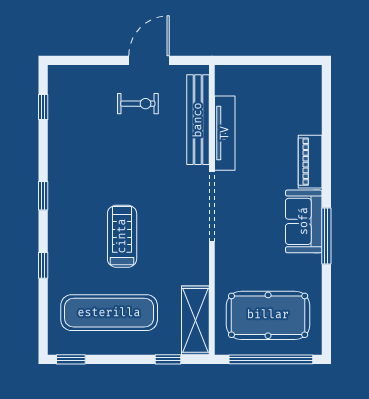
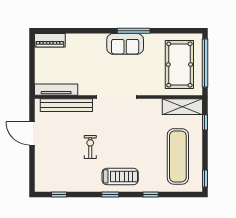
exercise bike: (138, 104) -> (90, 147), moved
tv unit: (225, 133) -> (56, 90), moved
piano: (310, 162) -> (50, 40), moved
treadmill: (122, 236) -> (120, 176), moved, turned 180

